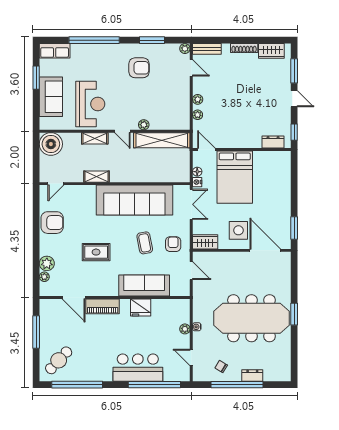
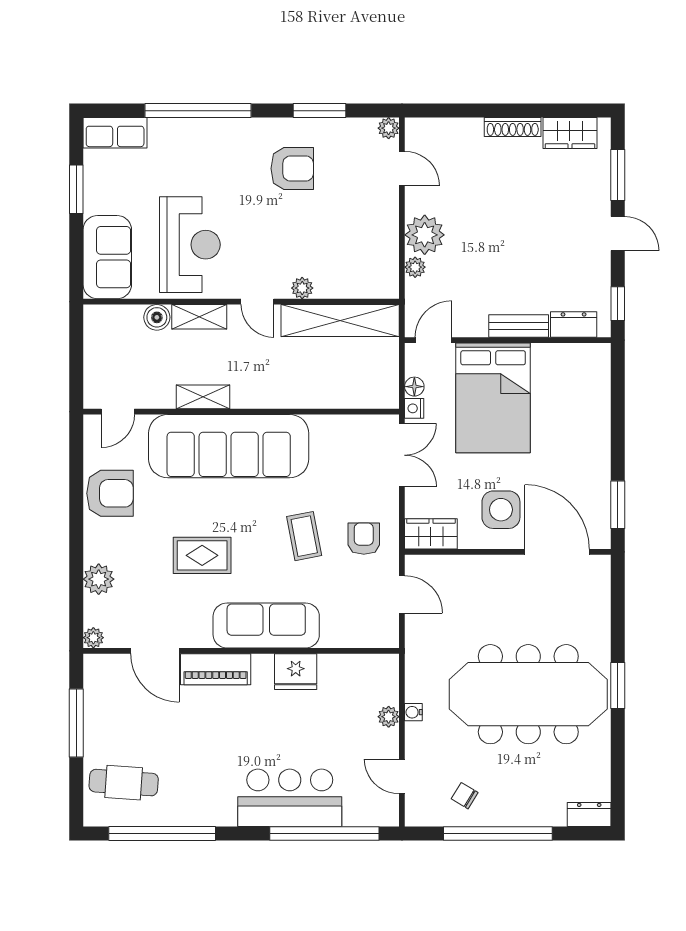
bench: (207, 49) -> (519, 326), moved
sofa: (51, 97) -> (107, 257), moved
plant: (198, 99) -> (425, 235), width x1.87, depth x1.87
boiler: (51, 144) -> (157, 317), moved, width x0.54, depth x0.54
door: (206, 150) -> (433, 340), hinge flipped
sofa: (134, 200) -> (229, 446), moved
plant: (44, 277) -> (93, 638), moved
sofa: (144, 285) -> (266, 625), moved
cafe table: (59, 360) -> (124, 783), turned 51
dresser: (252, 376) -> (589, 814), moved

